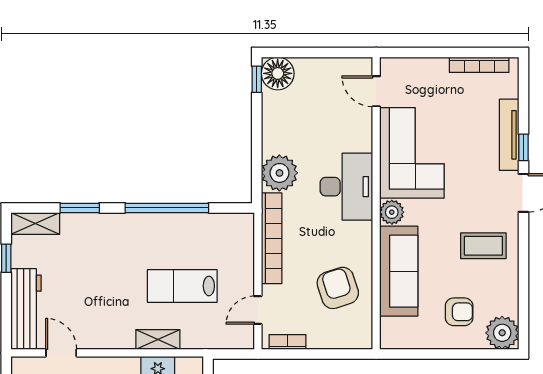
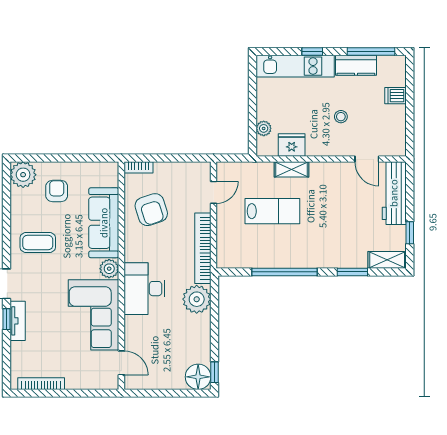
tv unit: (509, 135) -> (18, 321), width x0.71
armchair: (459, 312) -> (57, 191), turned 90
bookcase: (287, 342) -> (138, 167), moved

